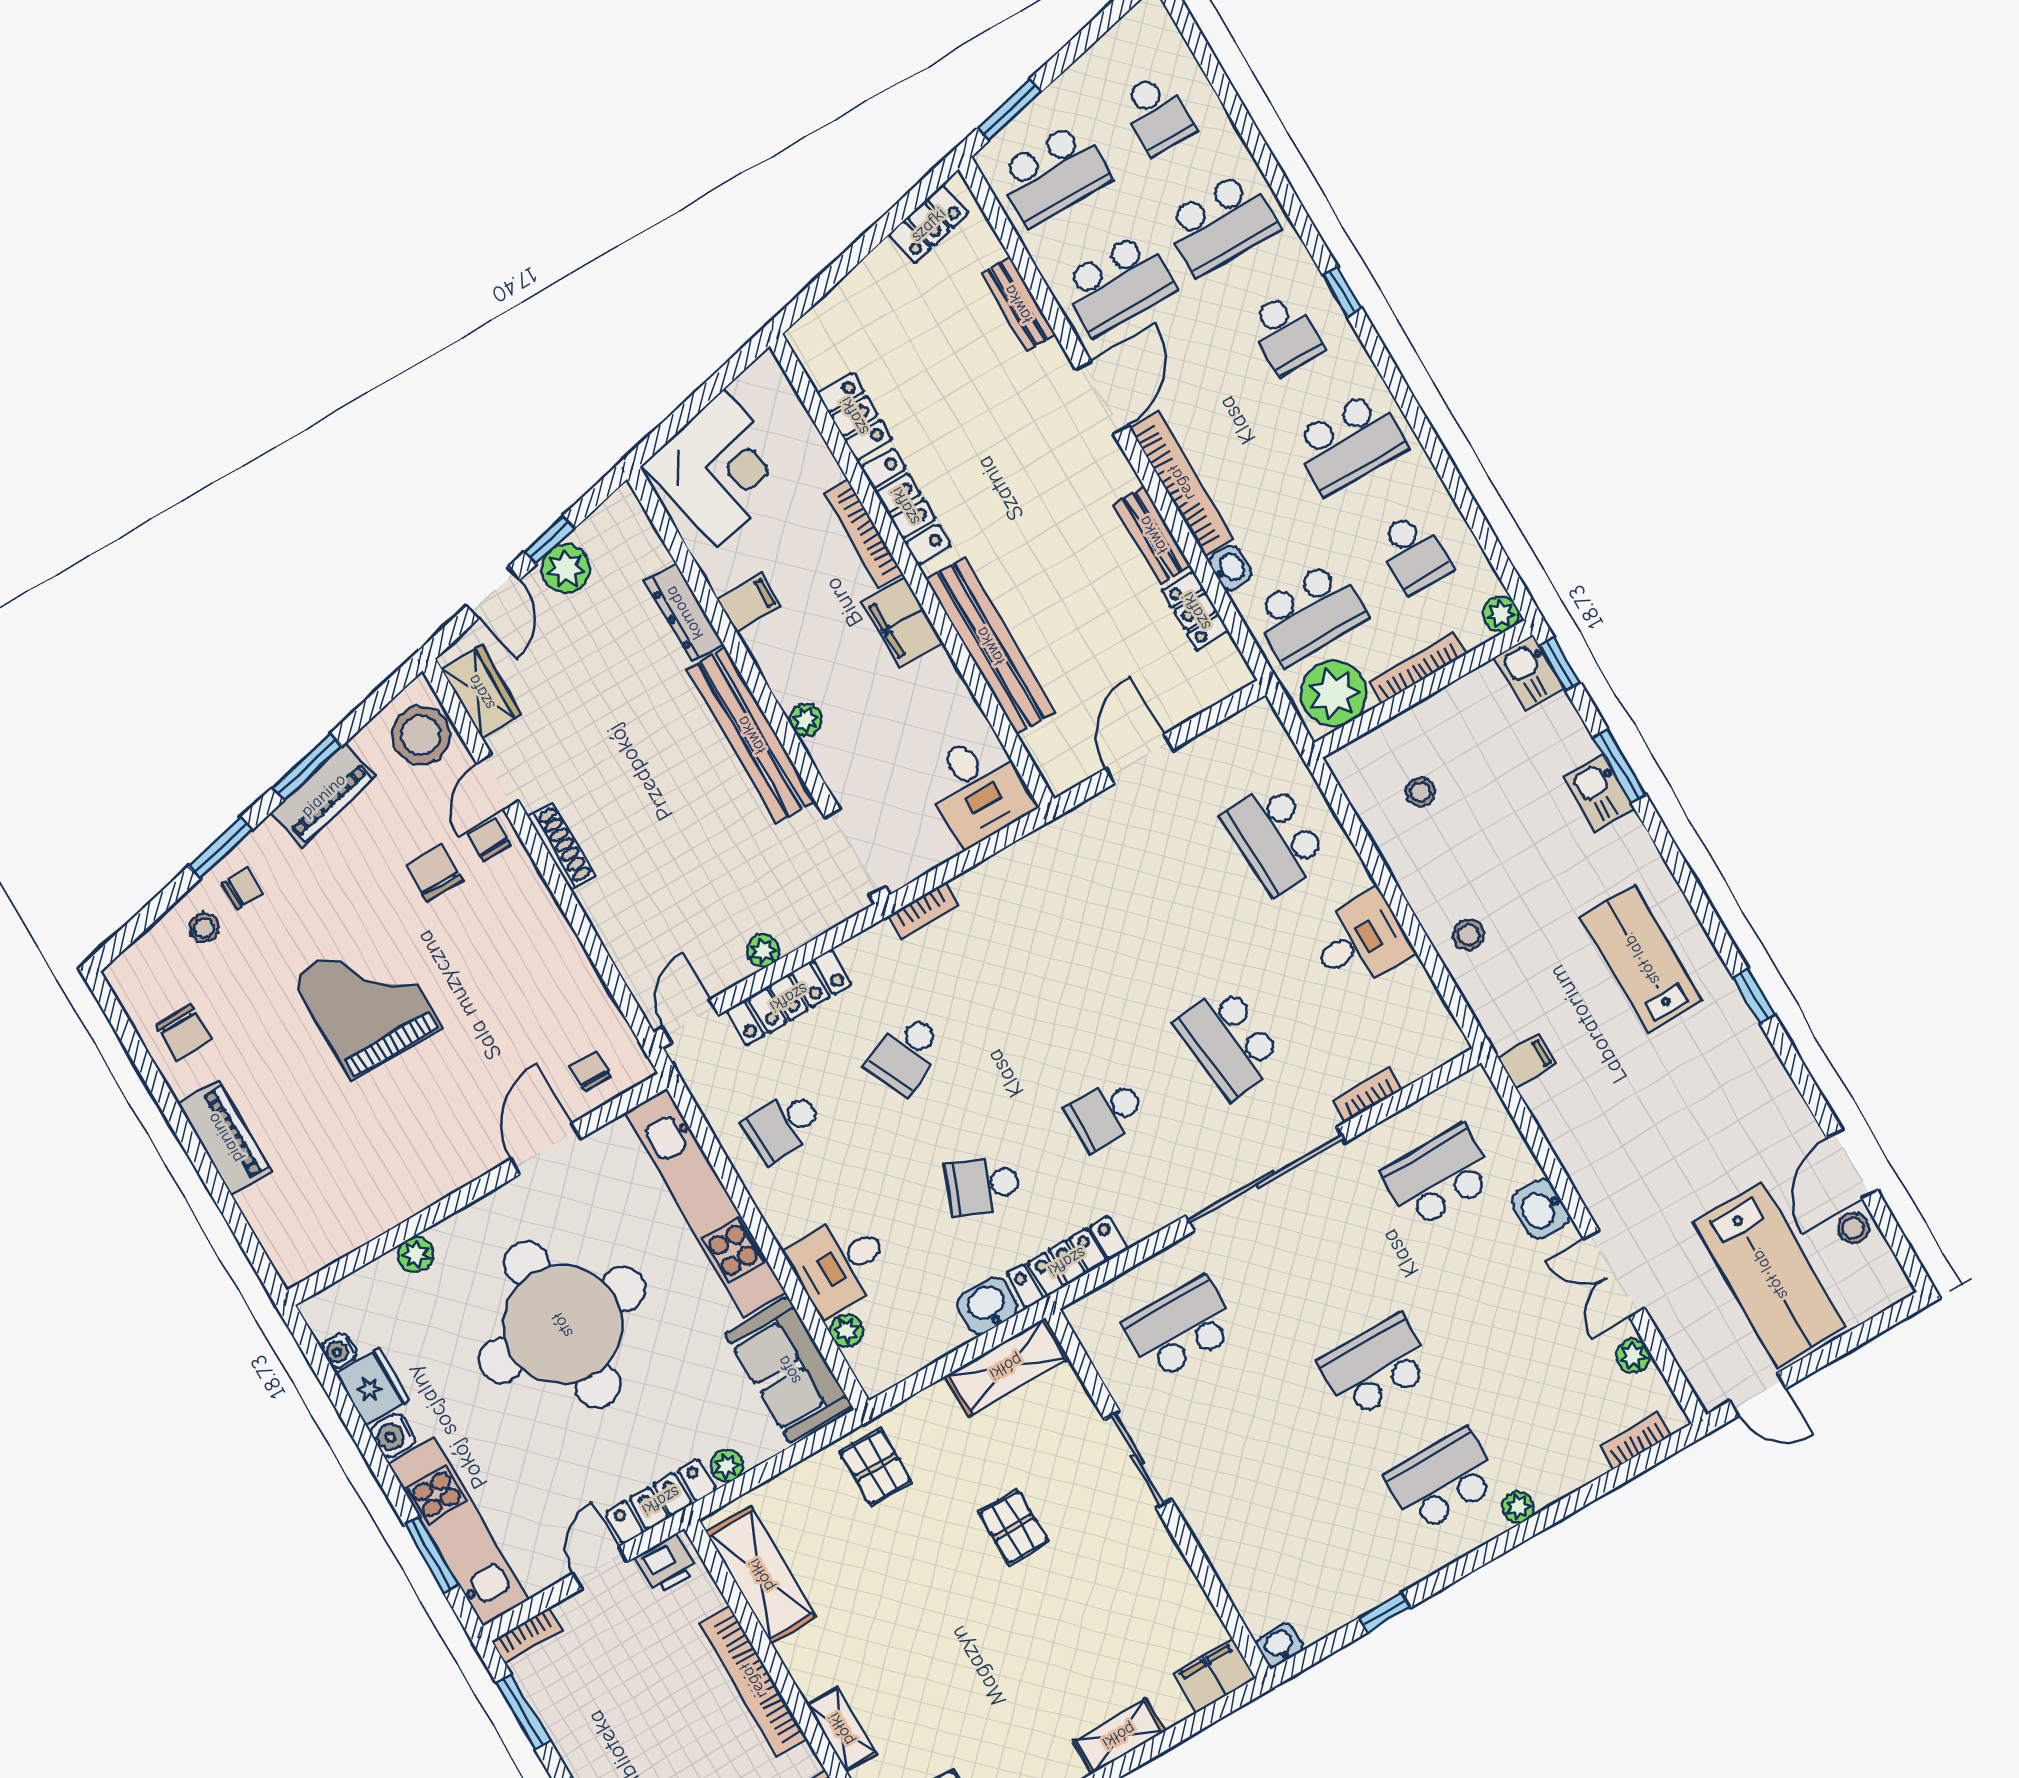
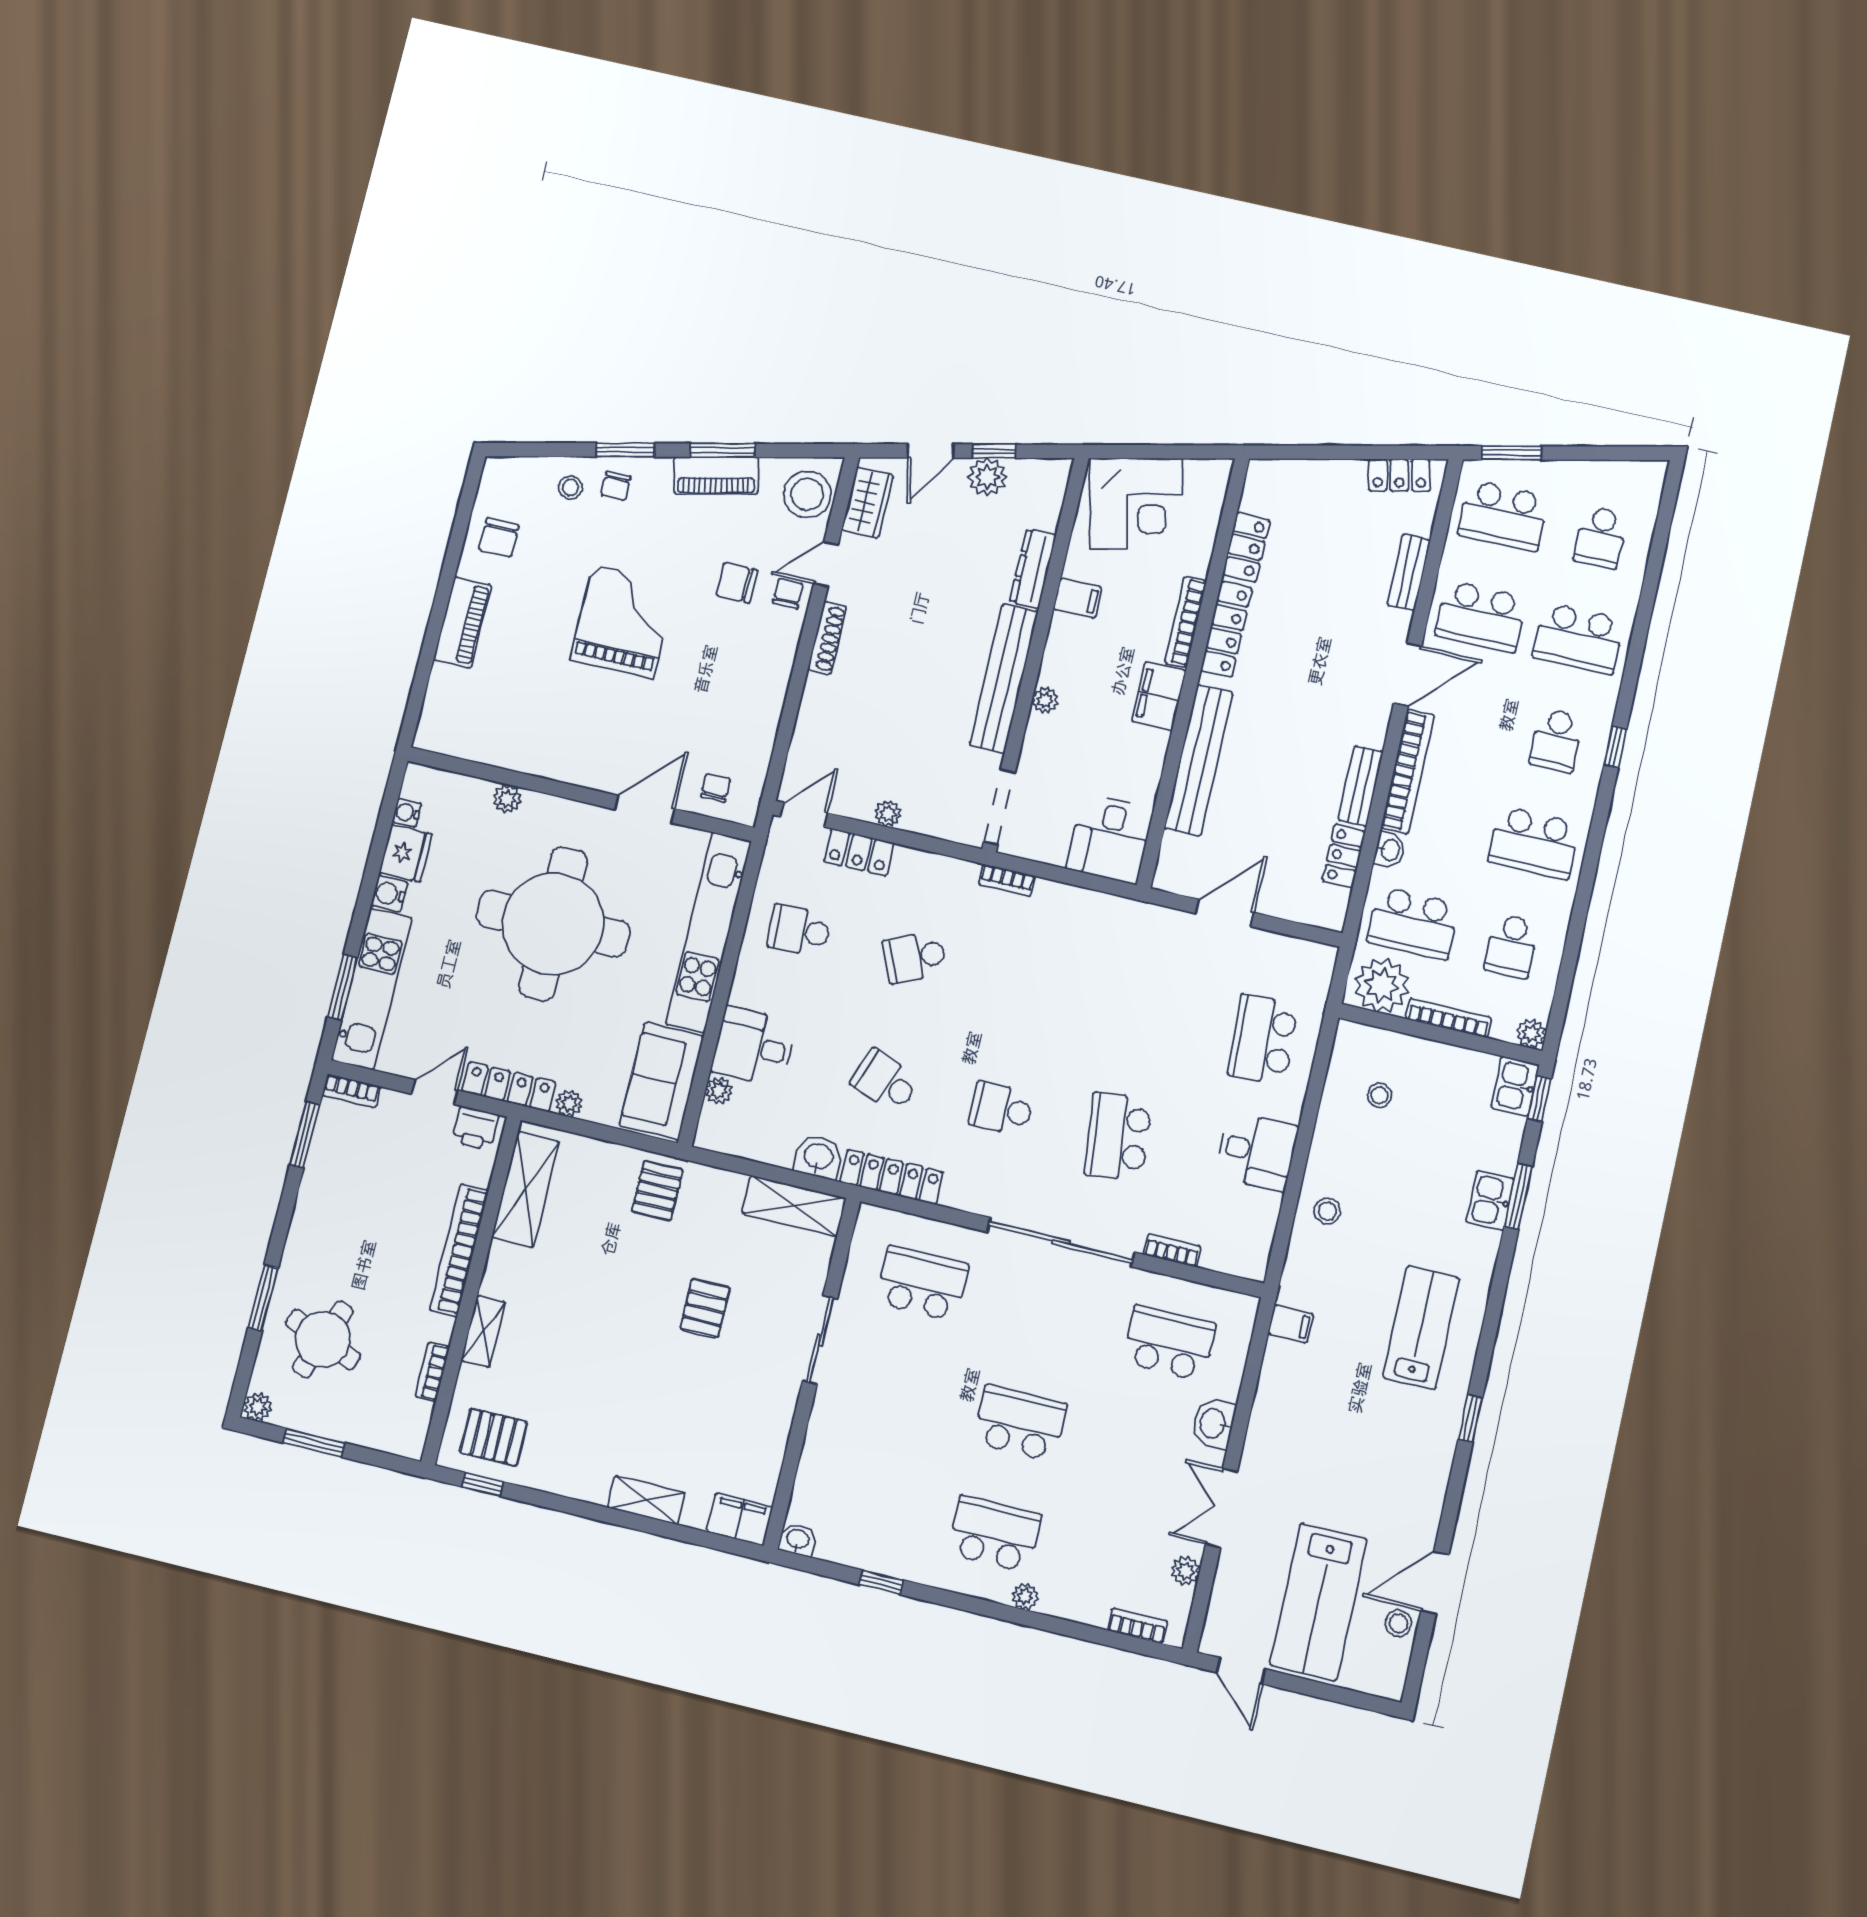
chair: (434, 873) -> (737, 583), turned -90
chair: (243, 888) -> (616, 486), turned 90
locker: (789, 998) -> (859, 852), width x0.66

